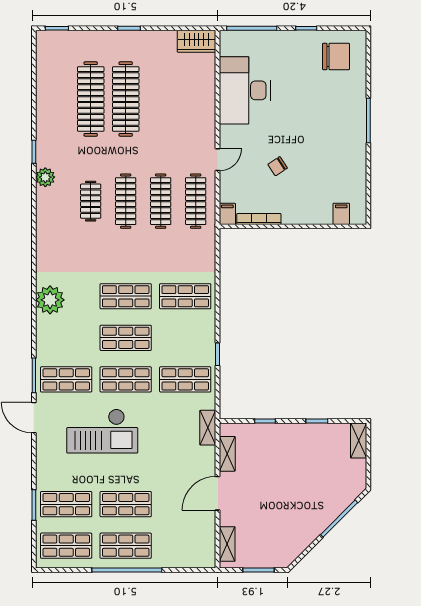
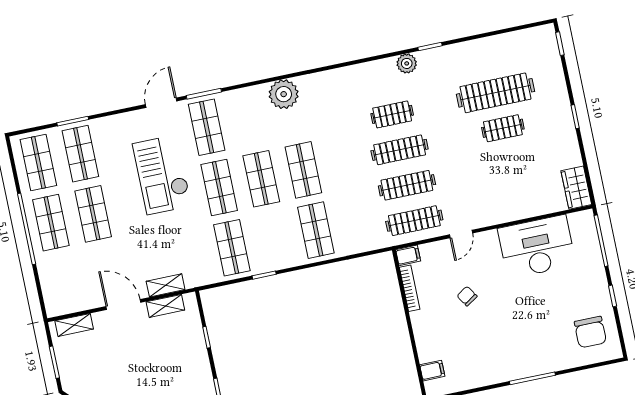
clothes rail: (126, 99) -> (503, 128), width x0.54, depth x0.76
door: (218, 160) -> (461, 234), hinge flipped
shelving: (208, 428) -> (166, 285), moved

